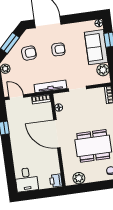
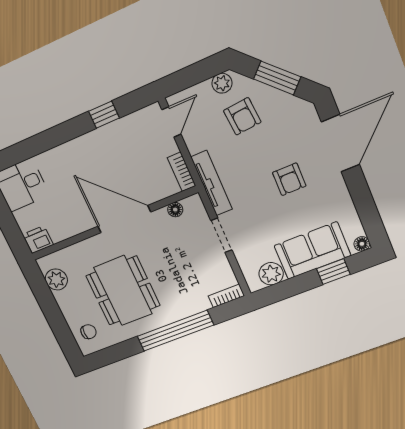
armchair: (29, 53) -> (242, 116), moved
door: (57, 134) -> (124, 219), hinge flipped

